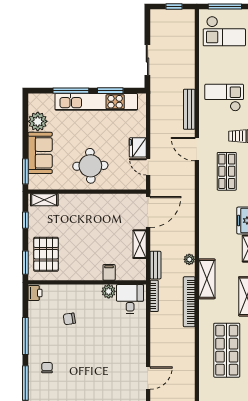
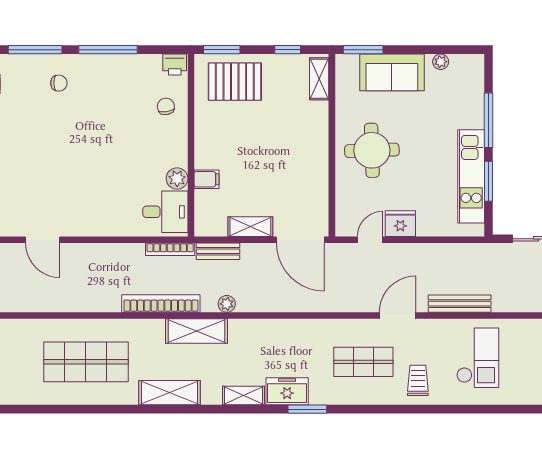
kitchen unit: (96, 102) -> (471, 176), width x0.73
plant: (38, 121) -> (441, 62), width x0.53, depth x0.53
chair: (69, 319) -> (166, 106), moved

